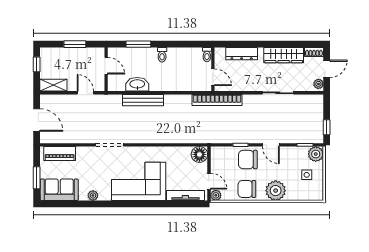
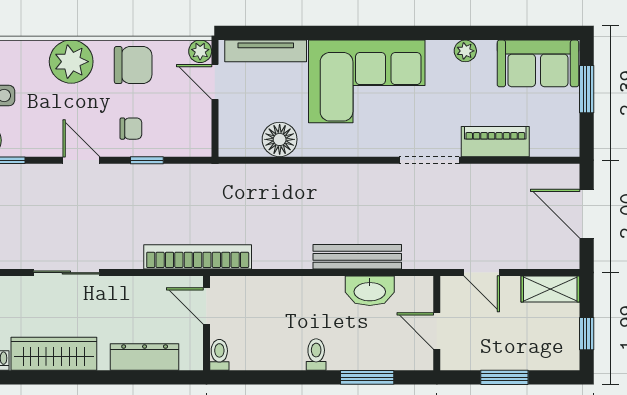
piano: (60, 153) -> (495, 142), moved
floor lamp: (199, 154) -> (280, 139), moved
chair: (248, 160) -> (131, 129), width x0.54, depth x0.54

